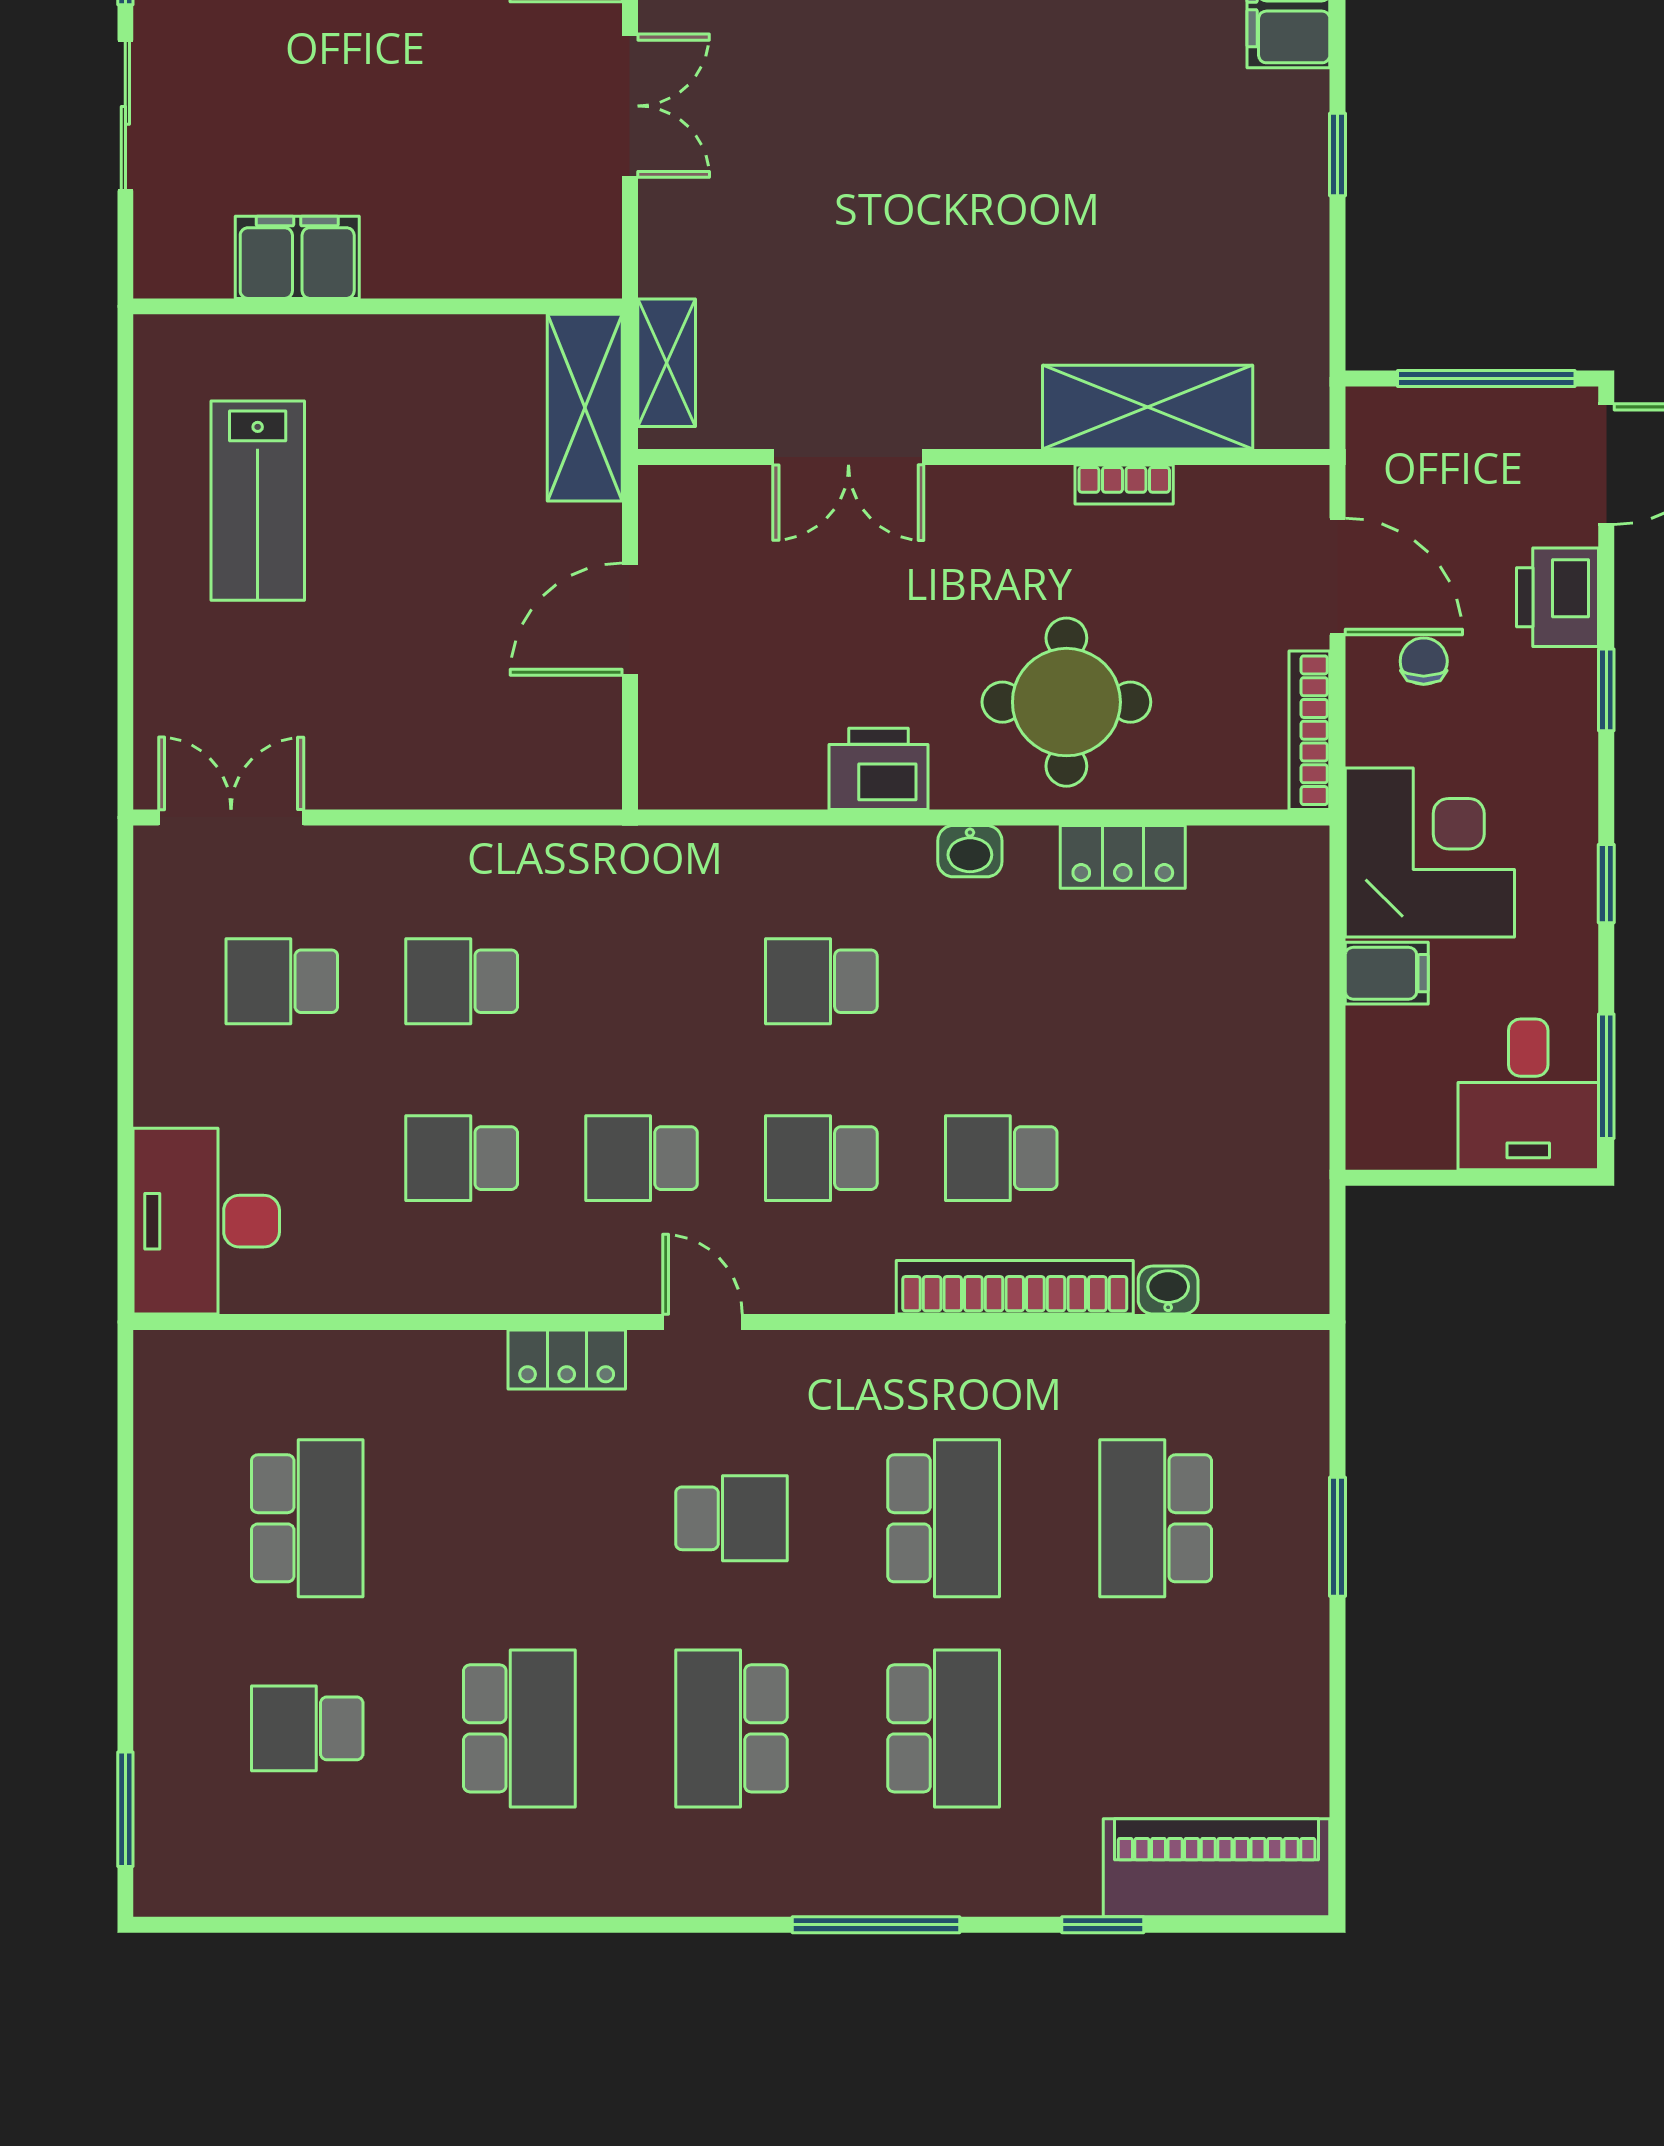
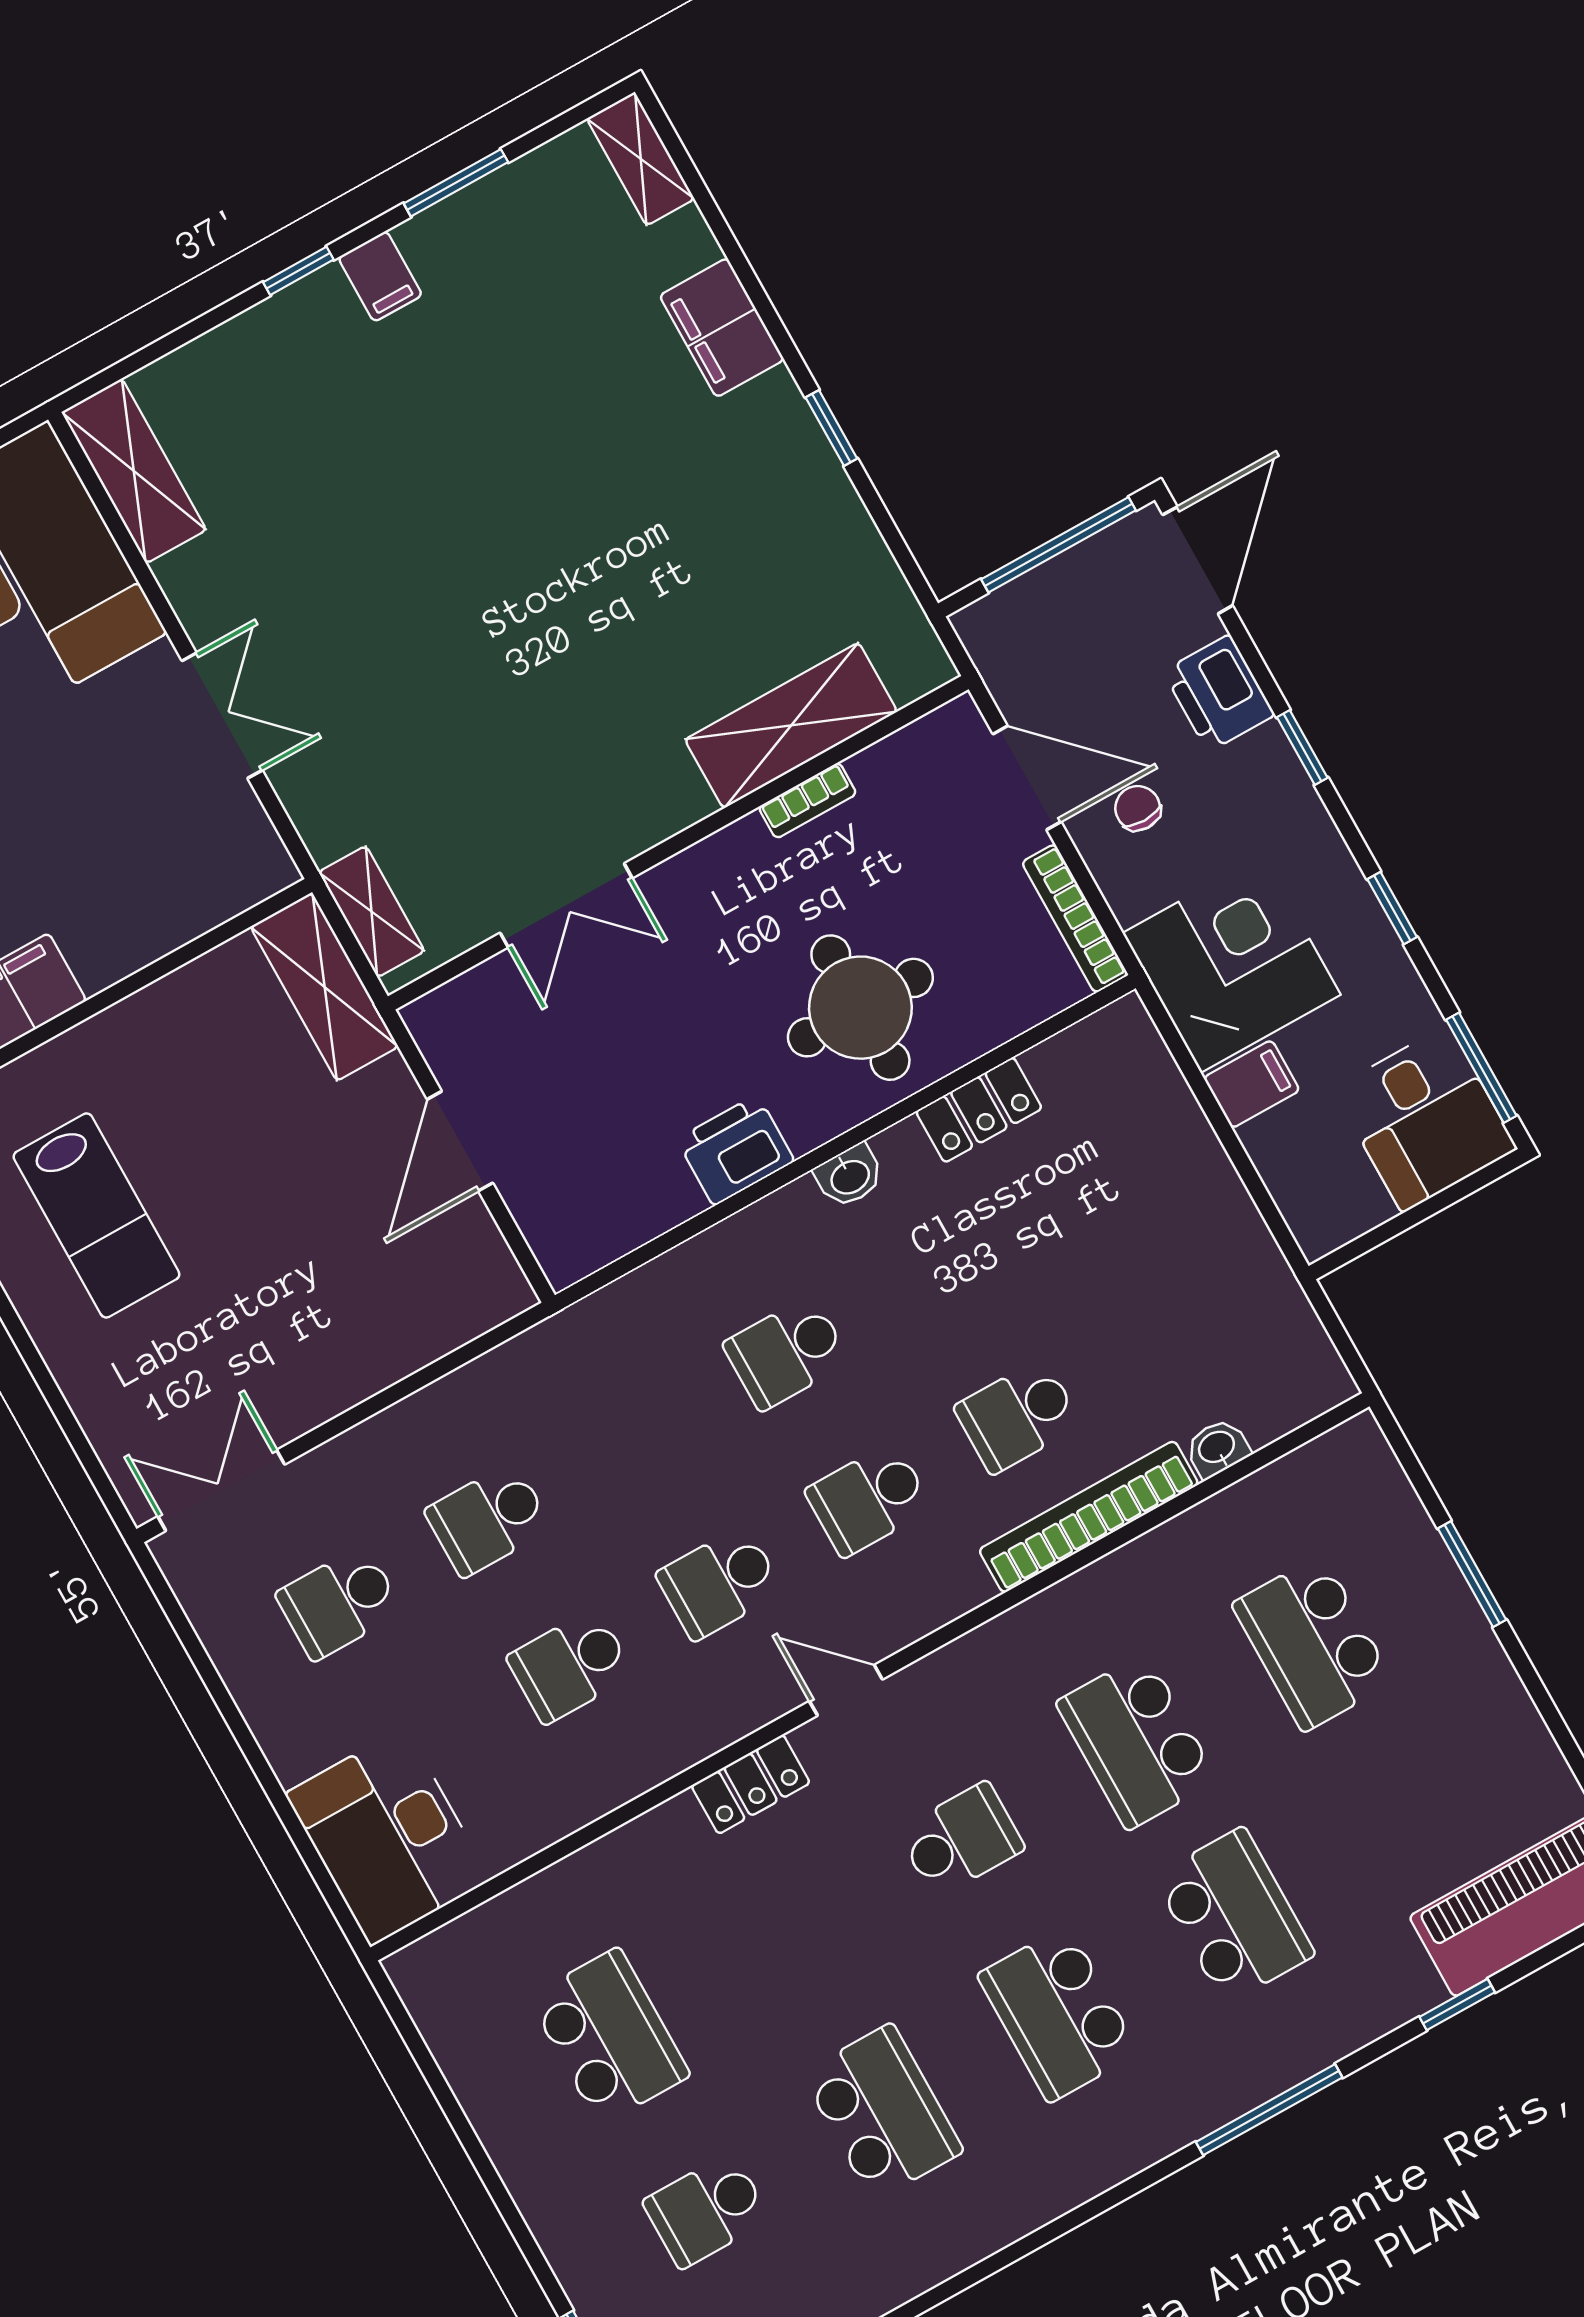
school desk: (944, 1518) -> (1137, 1741), turned 180

